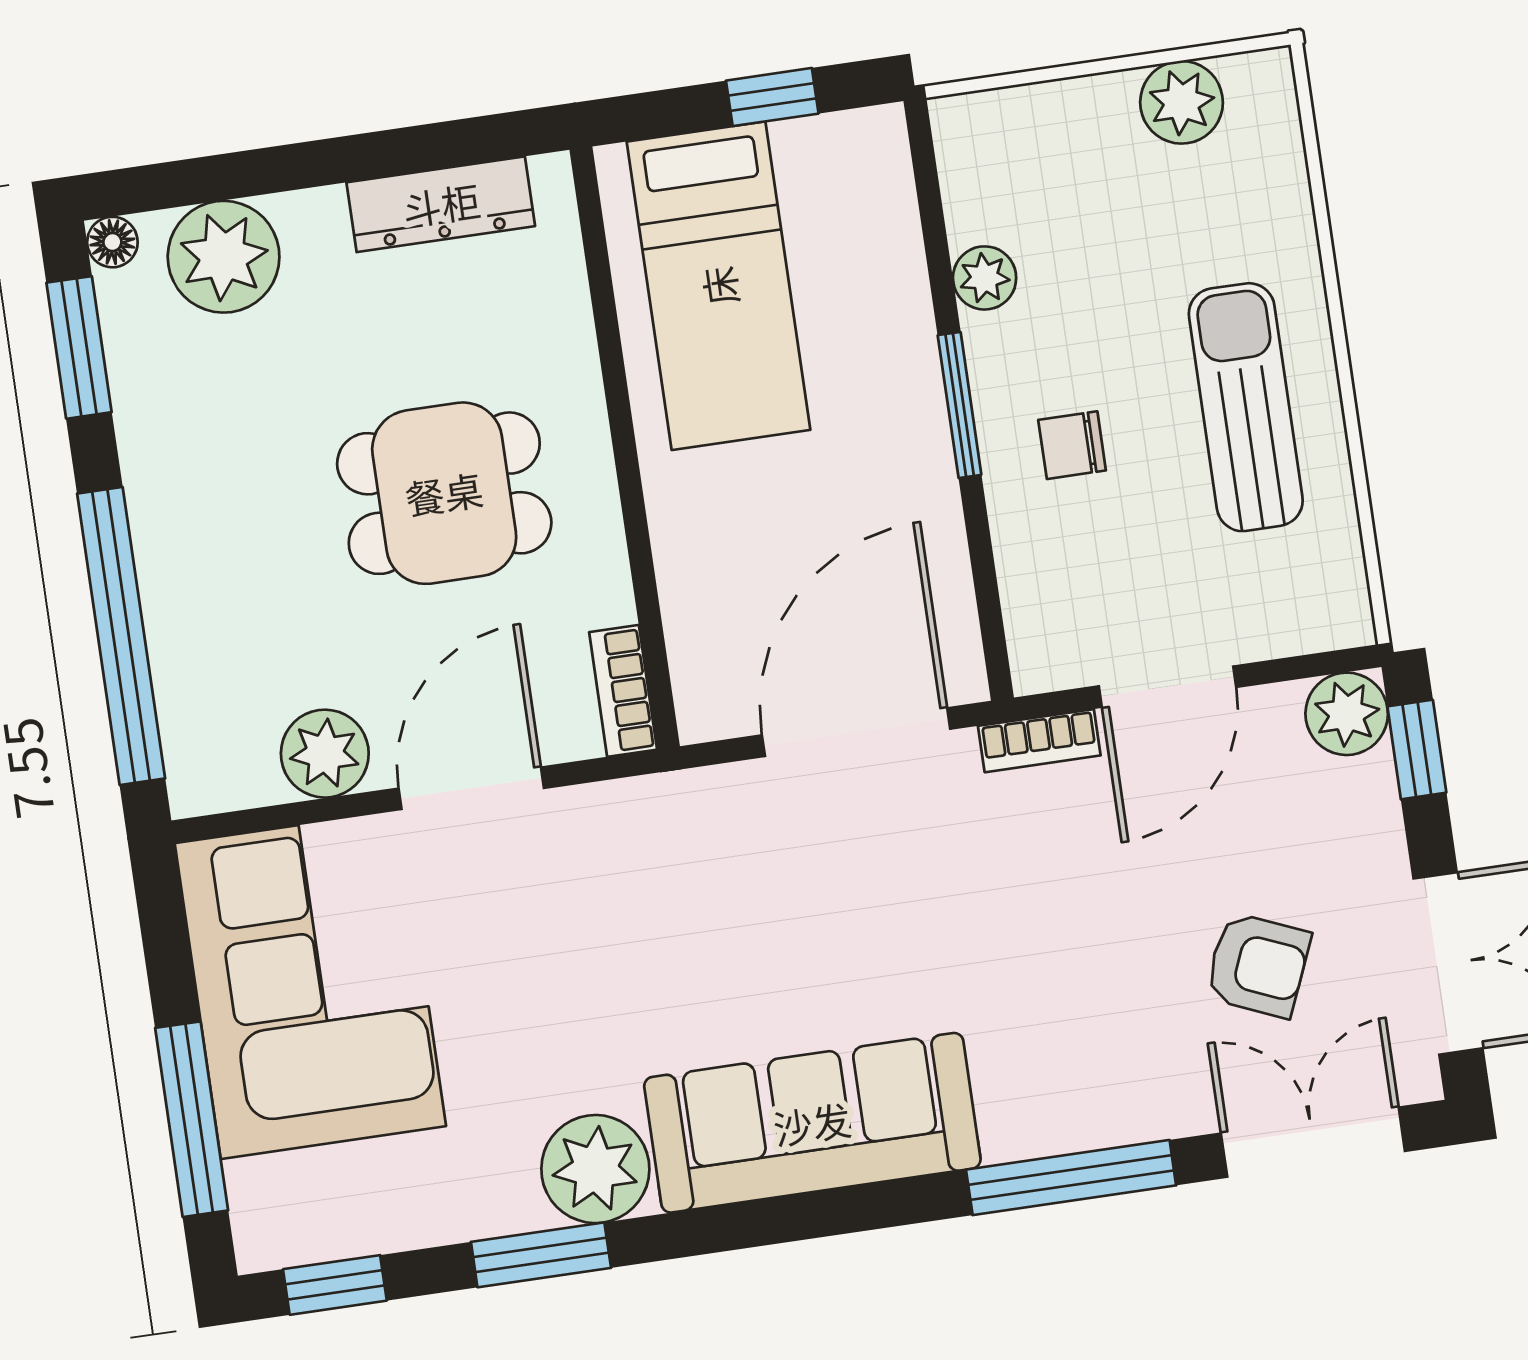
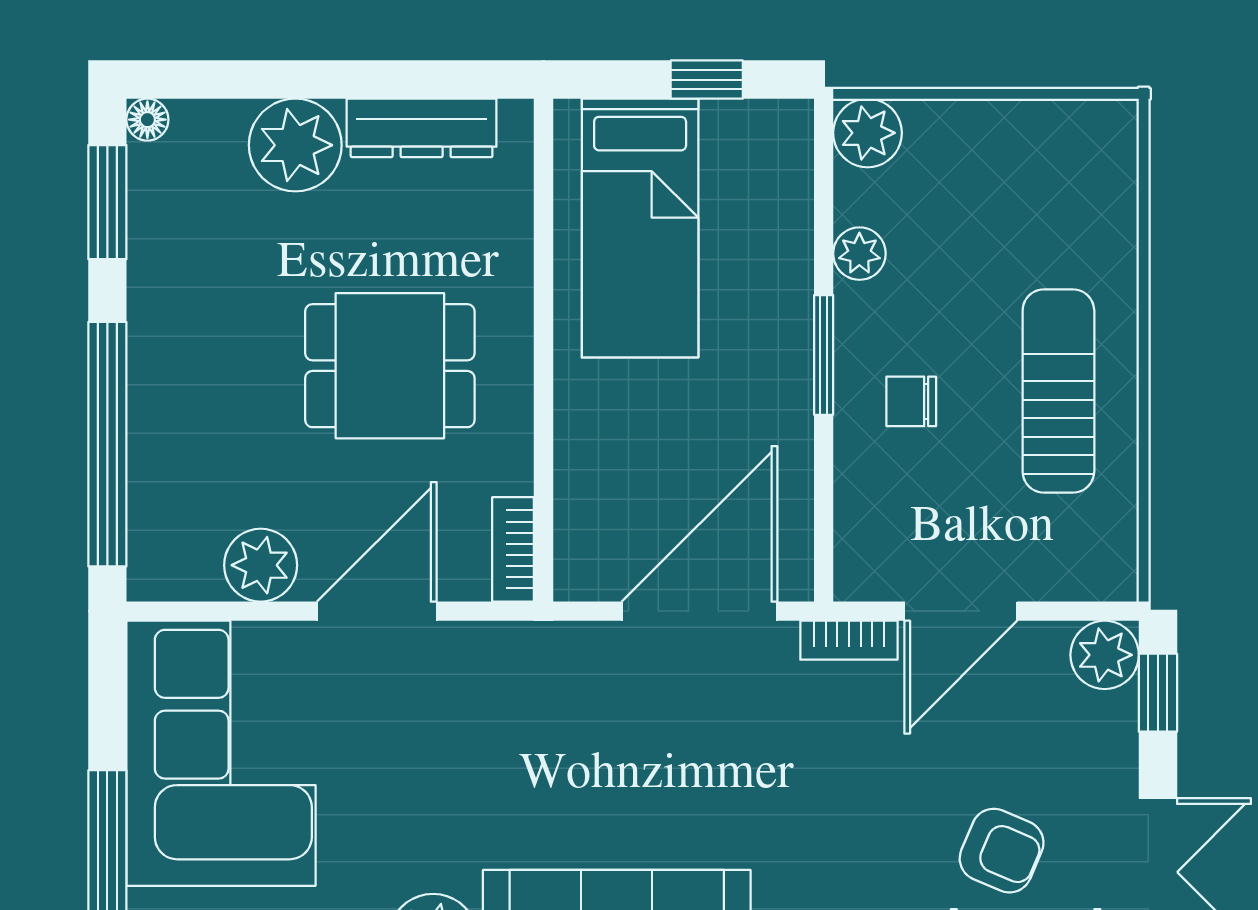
plant: (1182, 102) -> (868, 133), moved
plant: (224, 257) -> (295, 145), moved

